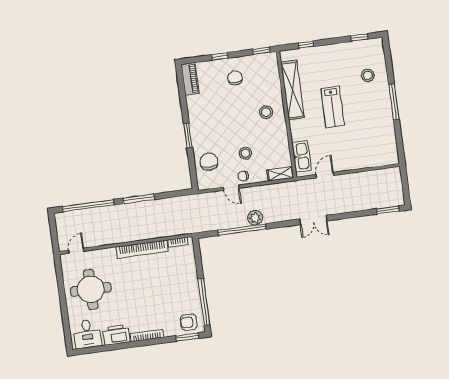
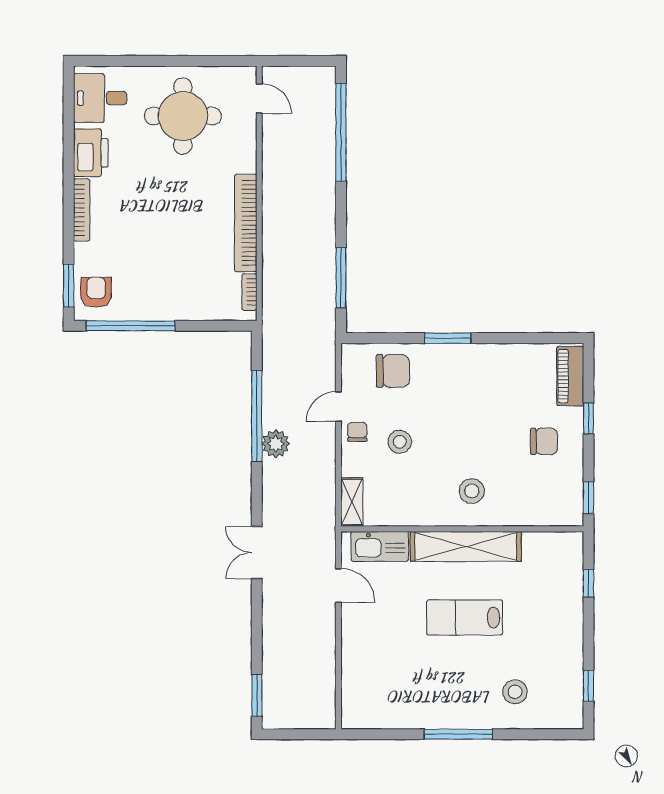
piano: (190, 79) -> (570, 376), moved, turned 90
shelving: (292, 90) -> (466, 546), moved
window: (139, 199) -> (341, 278), moved

